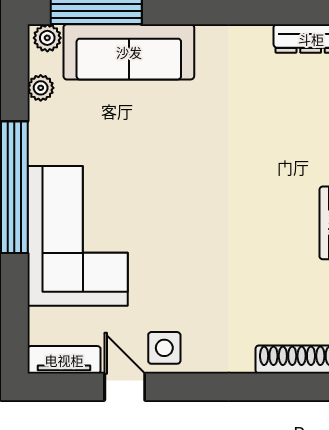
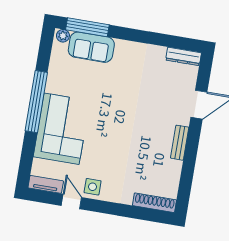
sofa: (129, 52) -> (91, 47), width x0.73
plant: (41, 88) -> (56, 58), removed

